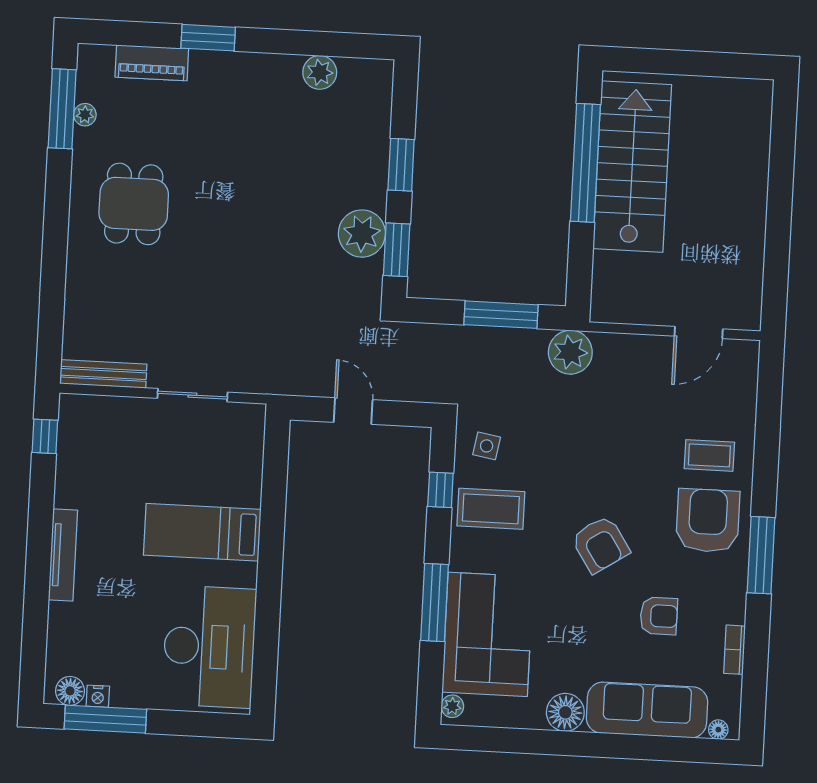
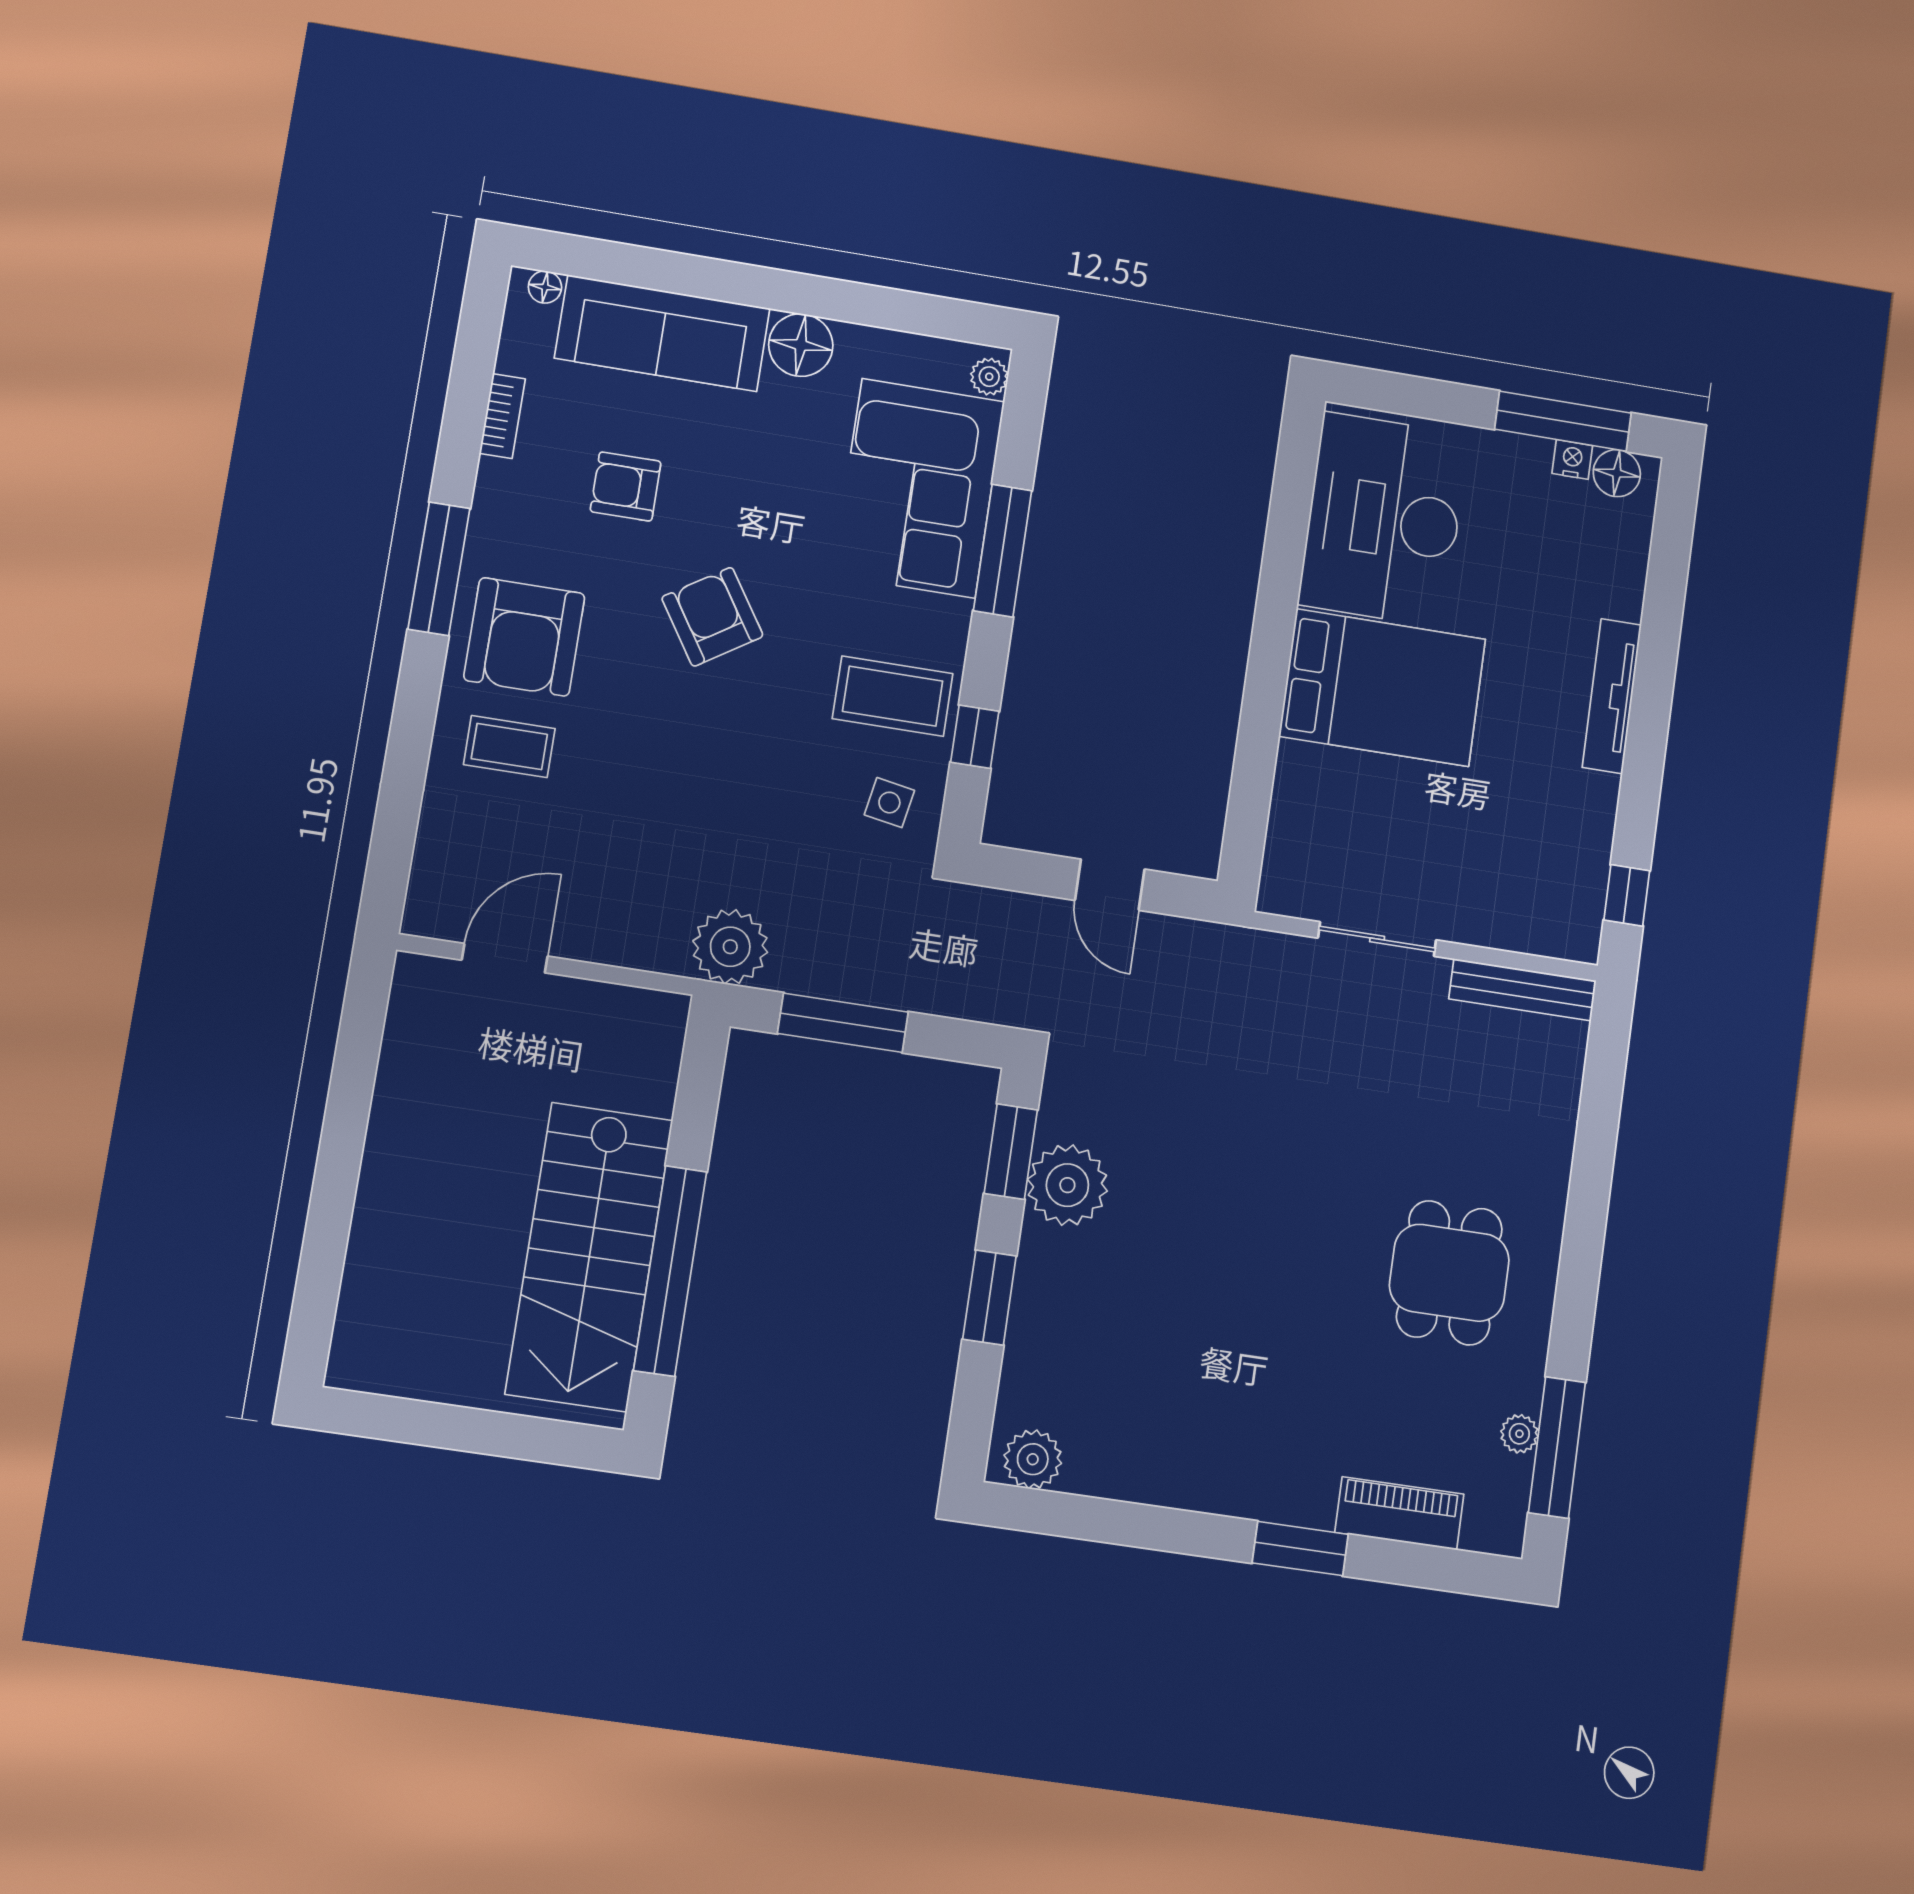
plant: (320, 72) -> (1033, 1459), moved
bed: (202, 532) -> (1382, 688), width x1.50

